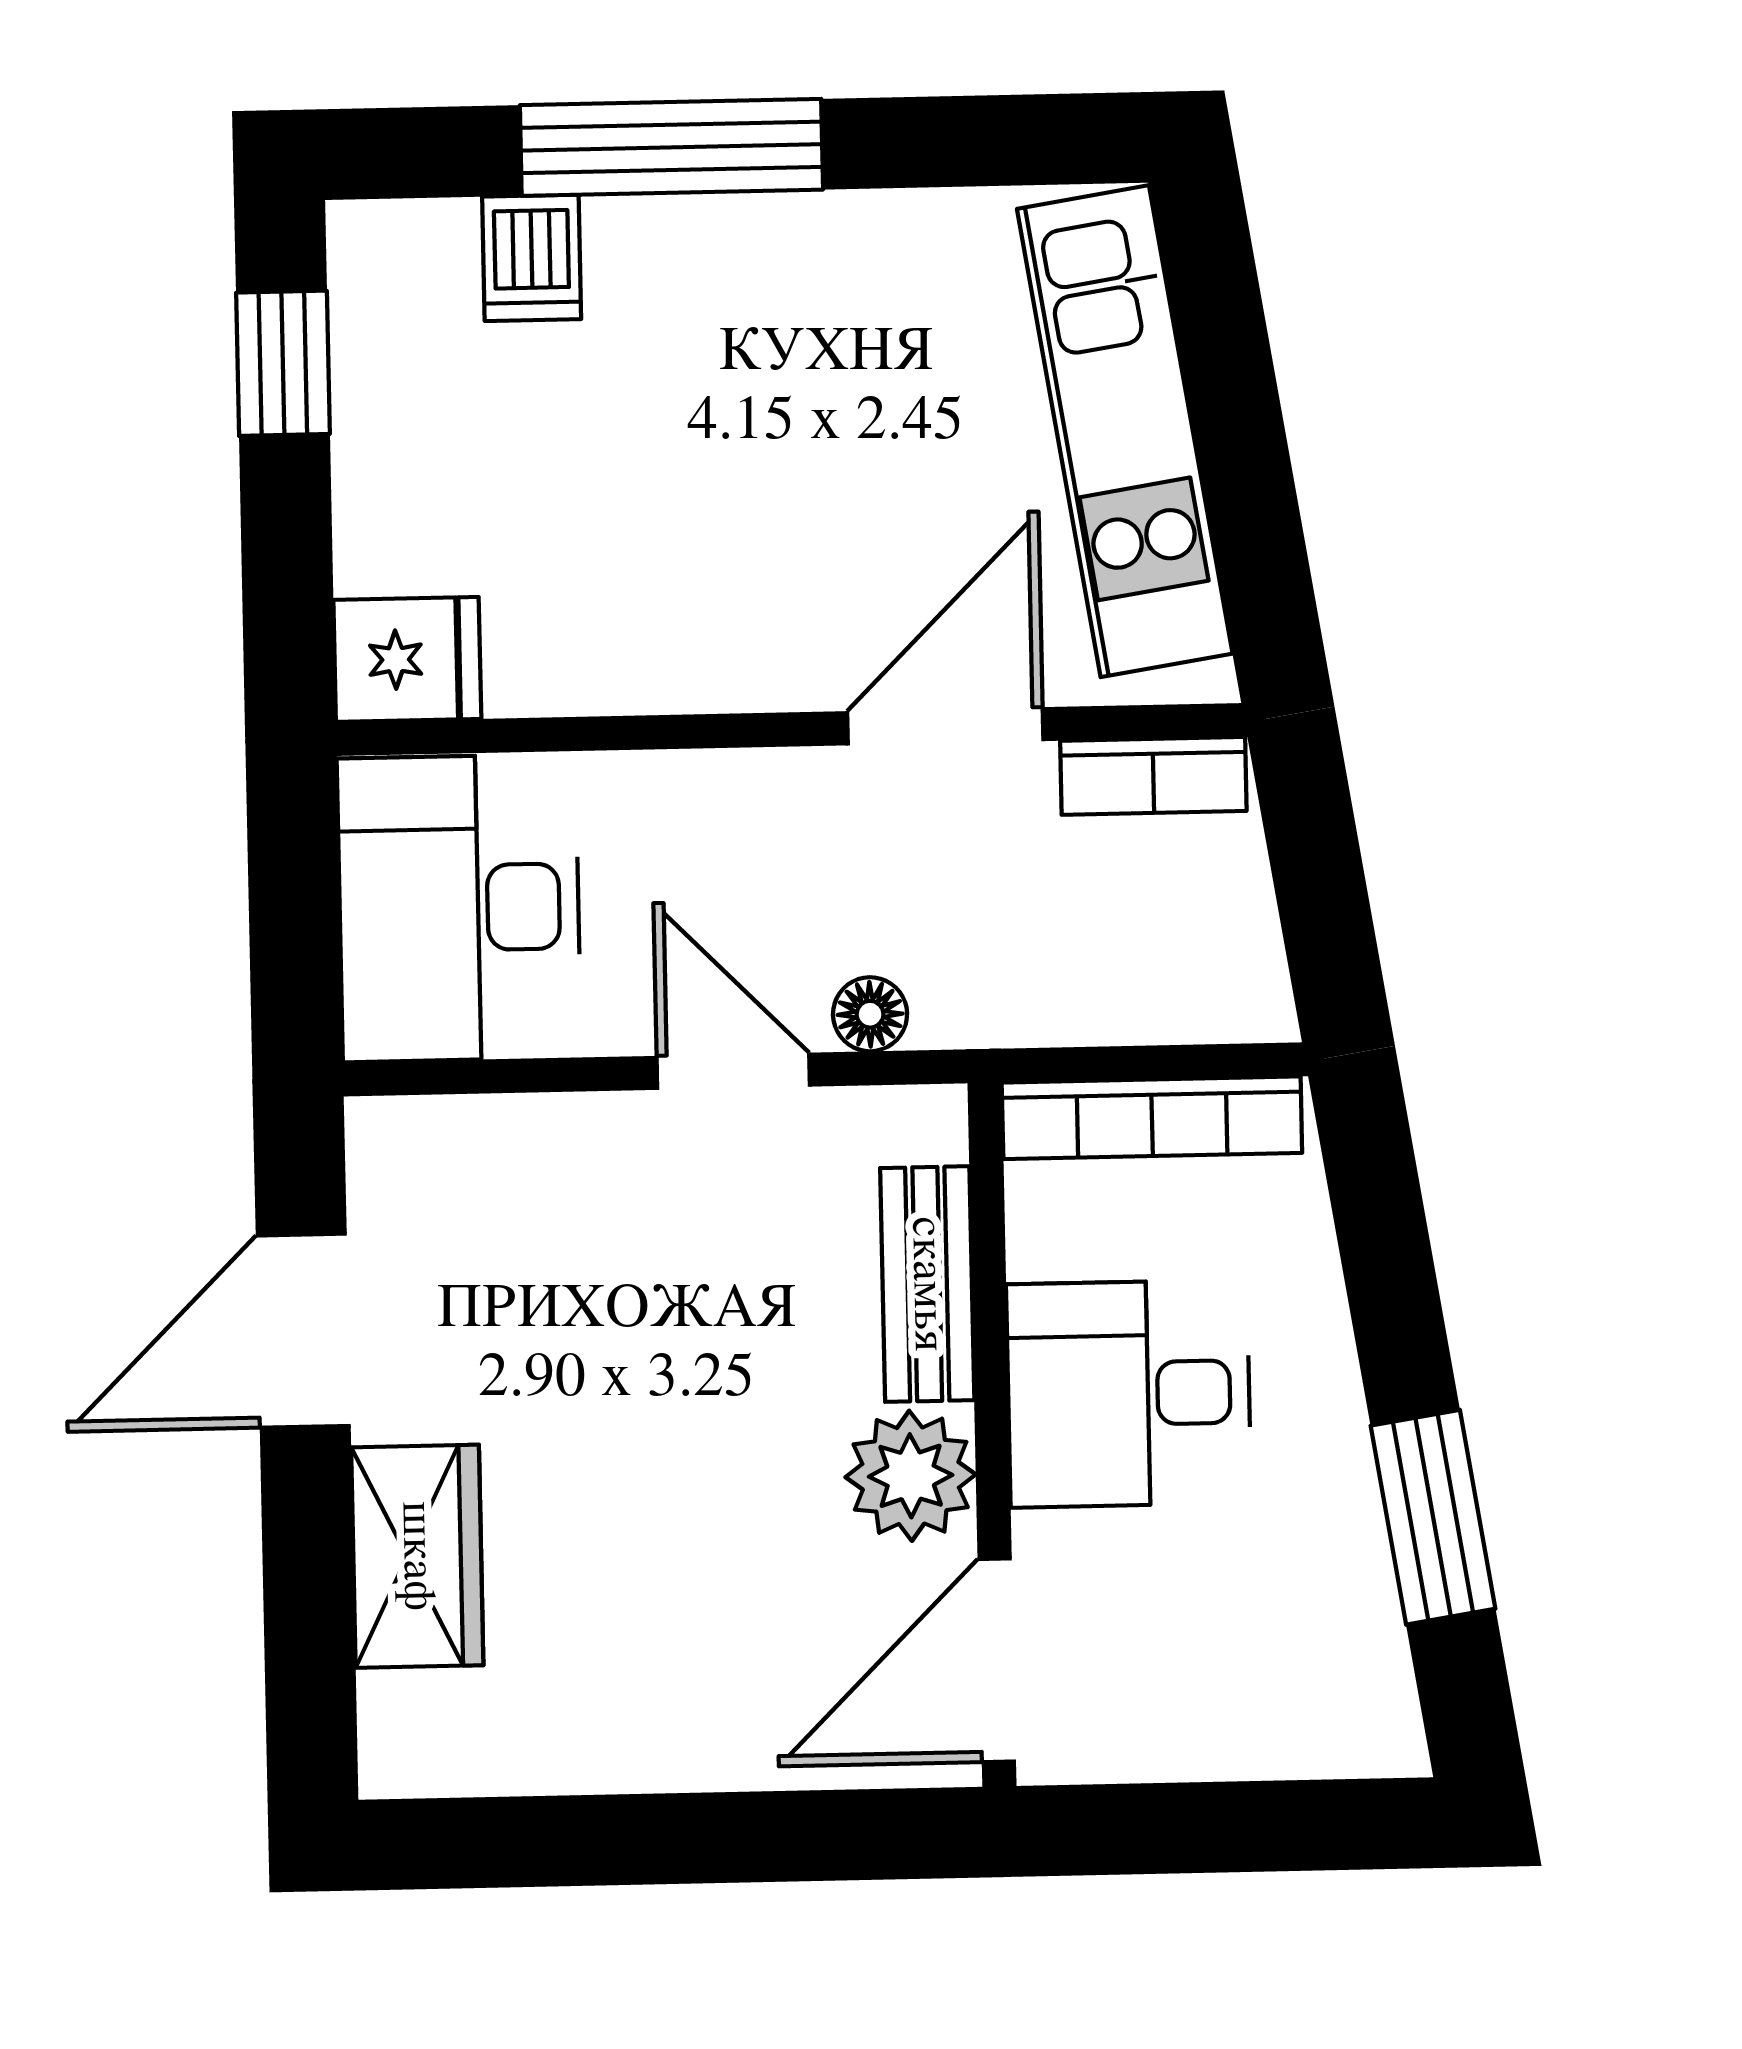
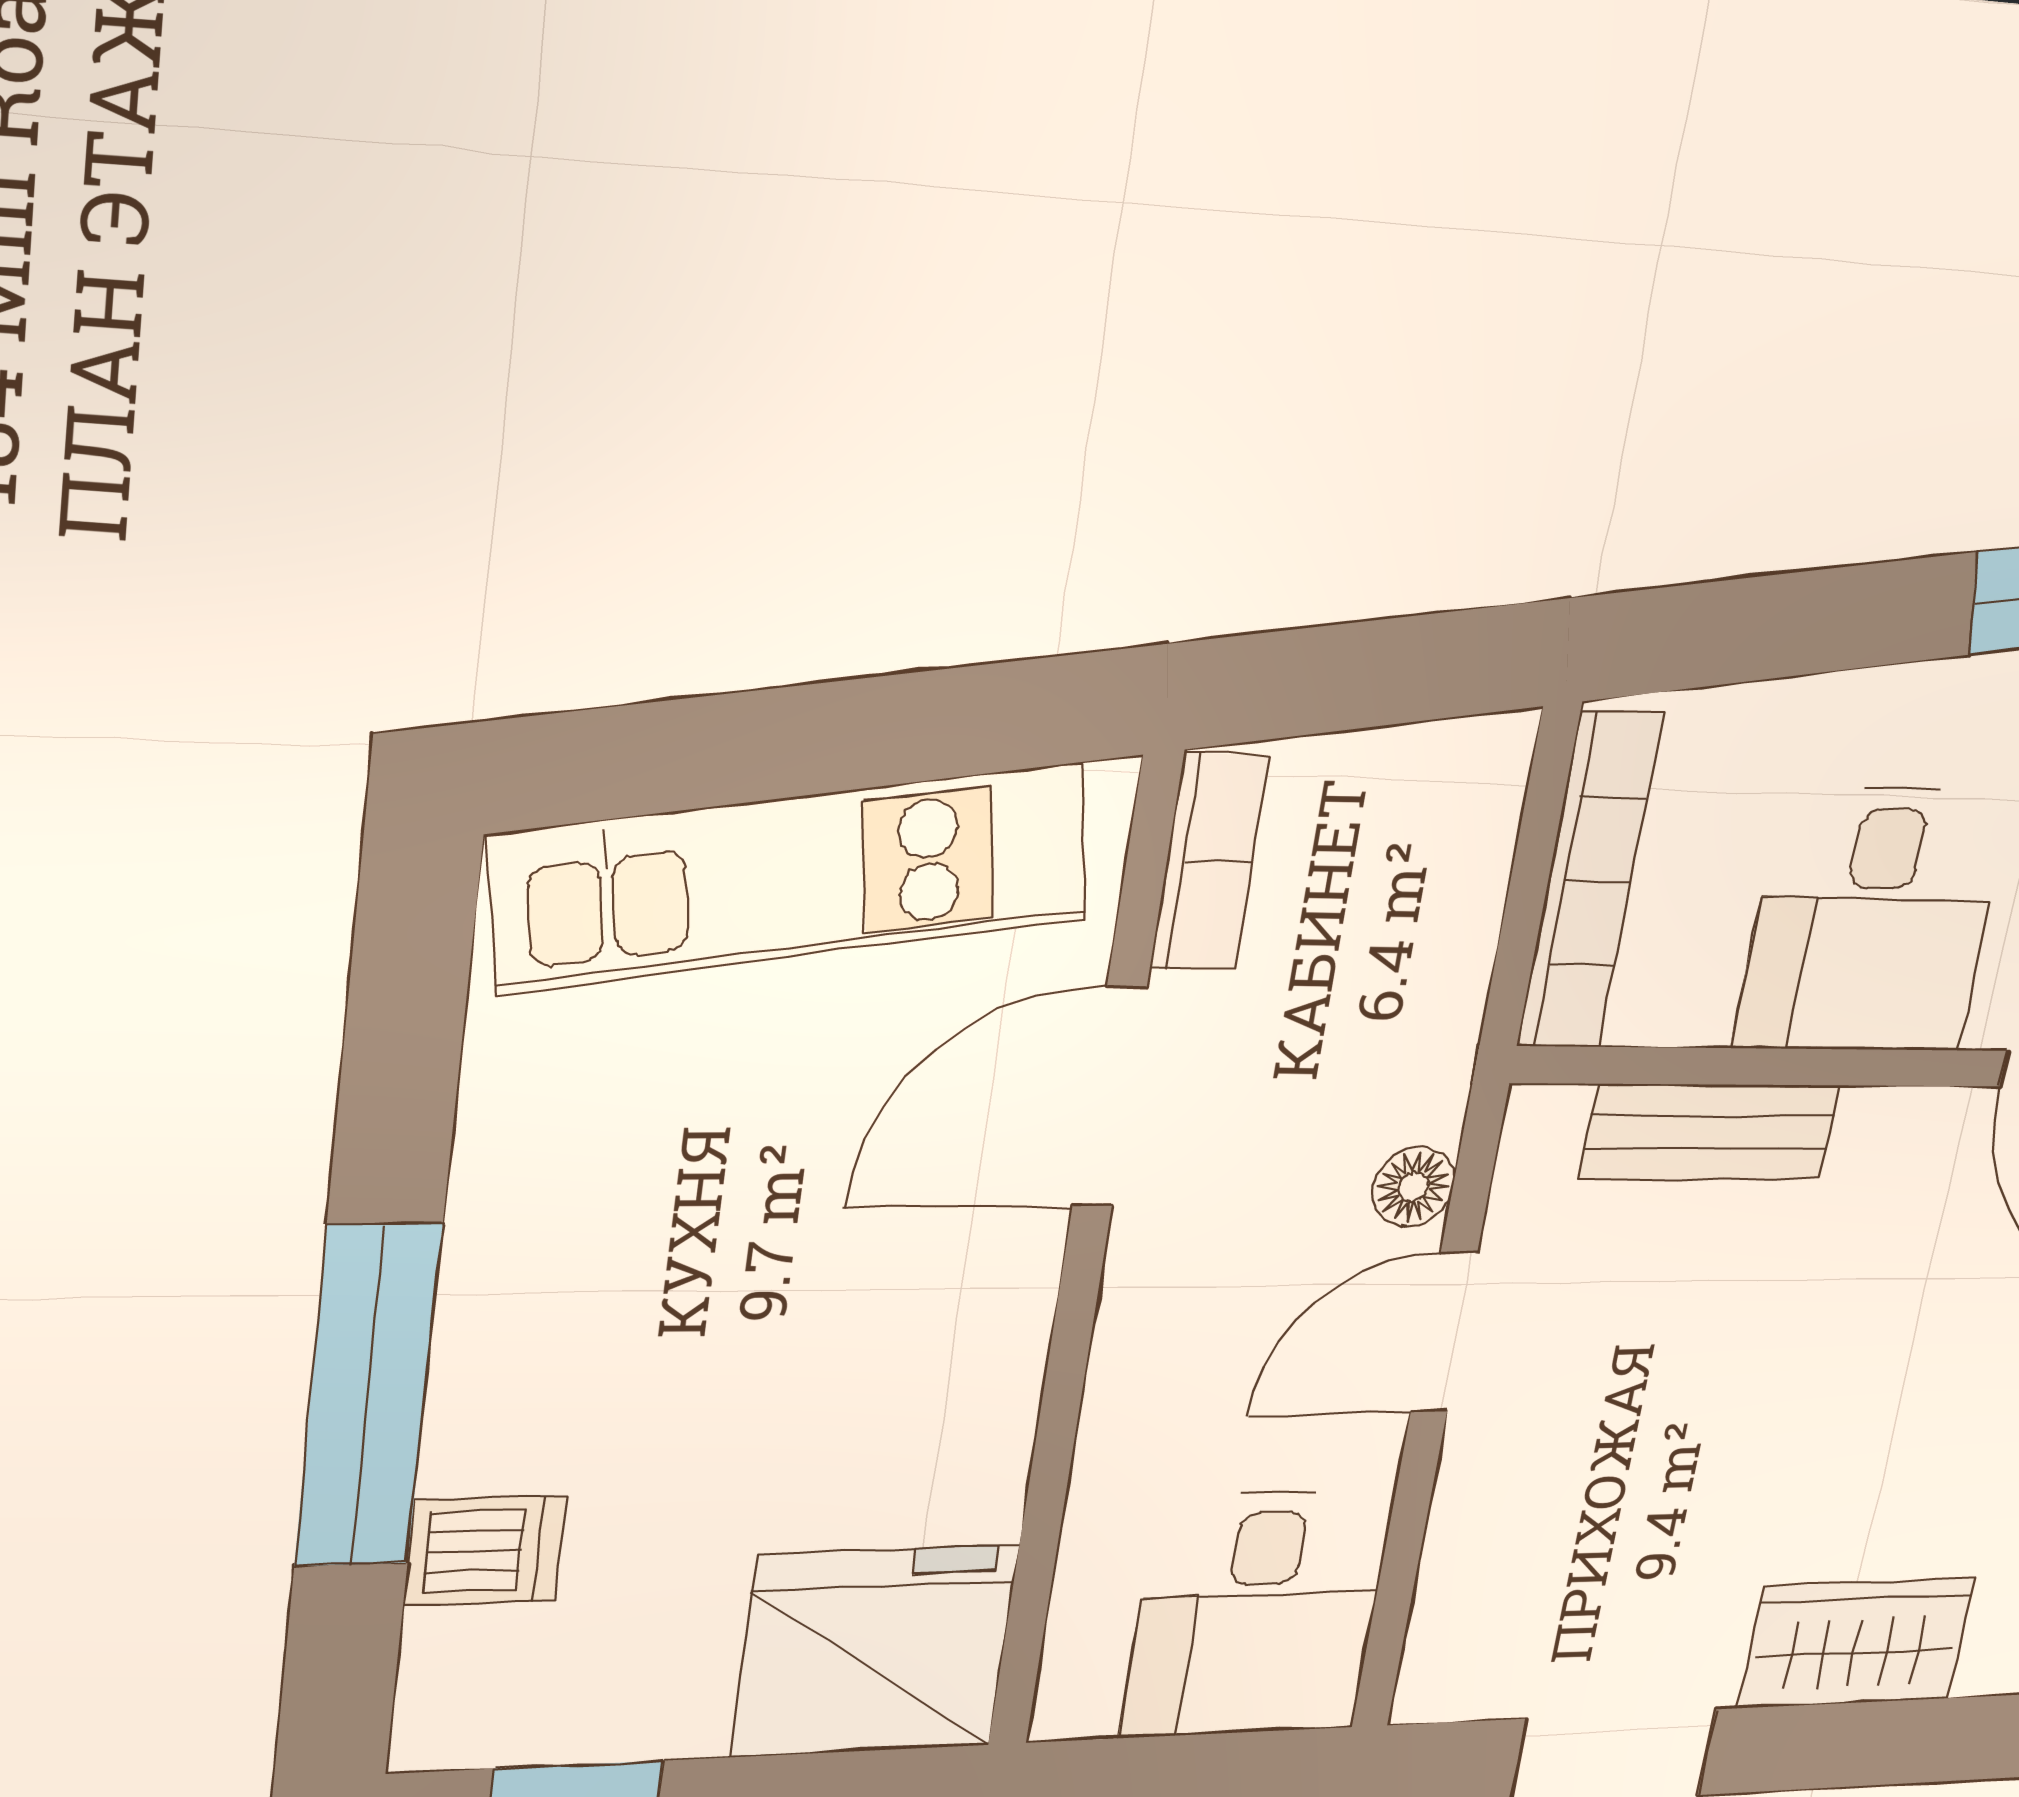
fridge: (407, 659) -> (875, 1651), width x1.88, depth x1.34
door: (945, 726) -> (1109, 1097), hinge flipped
desk: (459, 908) -> (1257, 1614), width x0.73
plant: (911, 1476) -> (1900, 1154), removed

